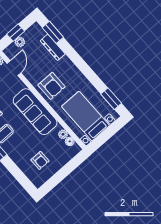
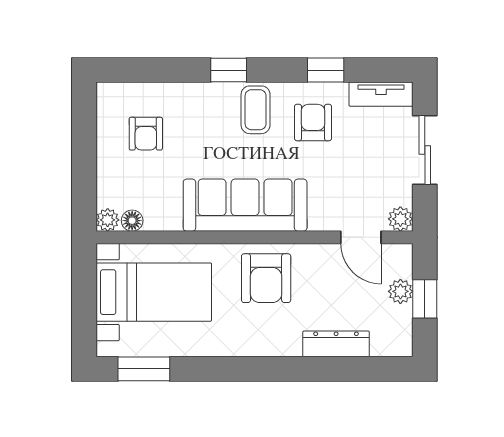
window: (53, 32) -> (364, 369), removed
armchair: (51, 86) -> (266, 278), turned -90
plant: (63, 134) -> (108, 220), moved
armchair: (40, 160) -> (146, 134), turned -90

